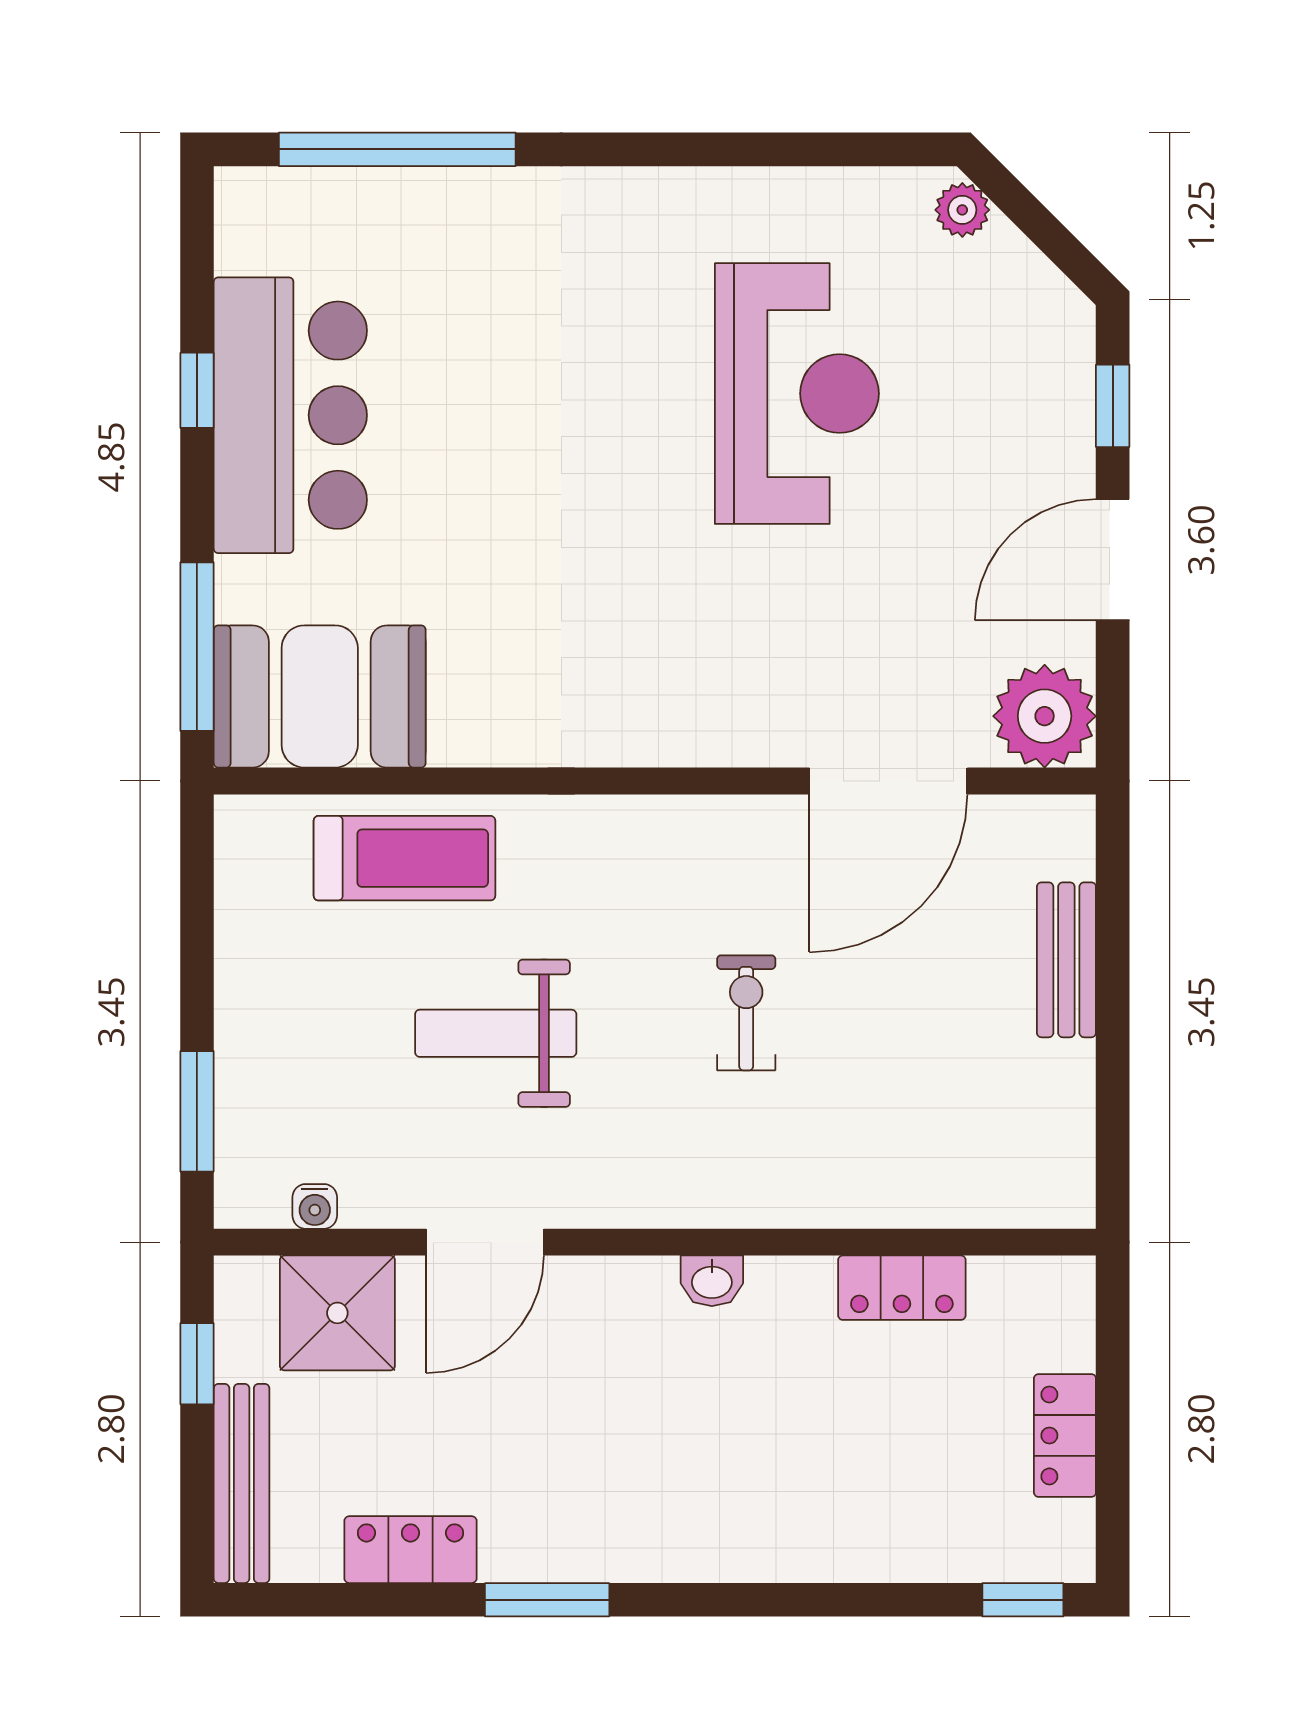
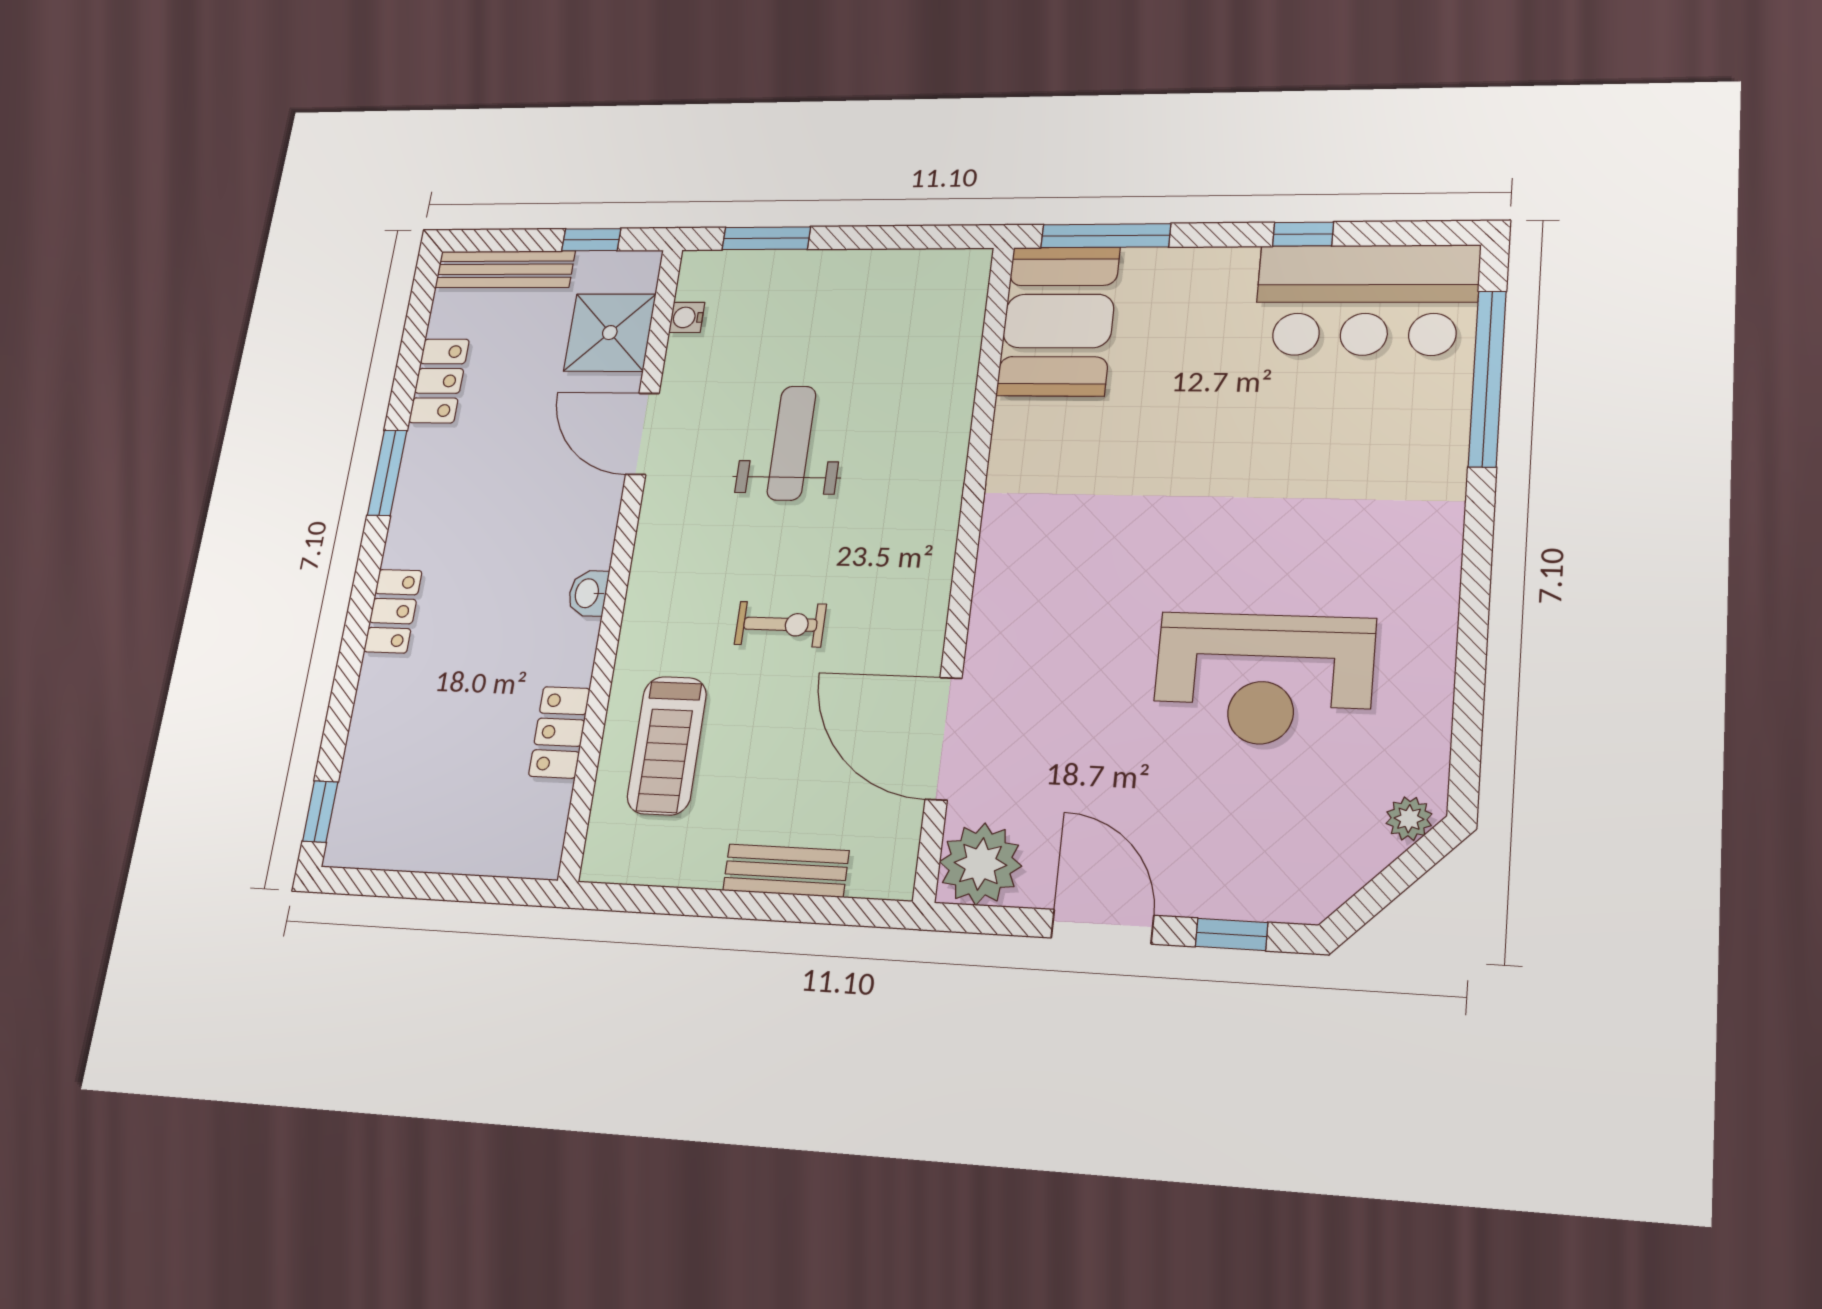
bar counter: (290, 415) -> (1366, 300), moved
treadmill: (404, 858) -> (667, 745), moved
locker: (1065, 1435) -> (393, 611), moved, turned 90

